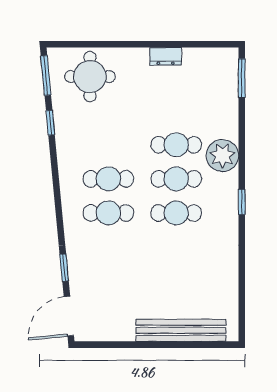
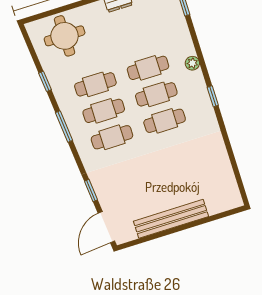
window: (46, 75) -> (64, 127), moved
cafe table: (108, 145) -> (95, 84), added
plant: (222, 156) -> (192, 63), width x0.53, depth x0.53
bench: (181, 330) -> (171, 219), moved

